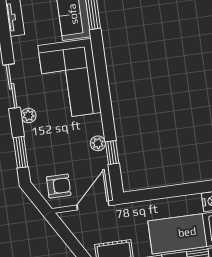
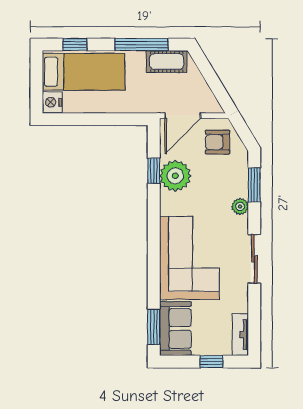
plant: (28, 116) -> (240, 206), moved
plant: (98, 143) -> (175, 176), width x1.87, depth x1.87

